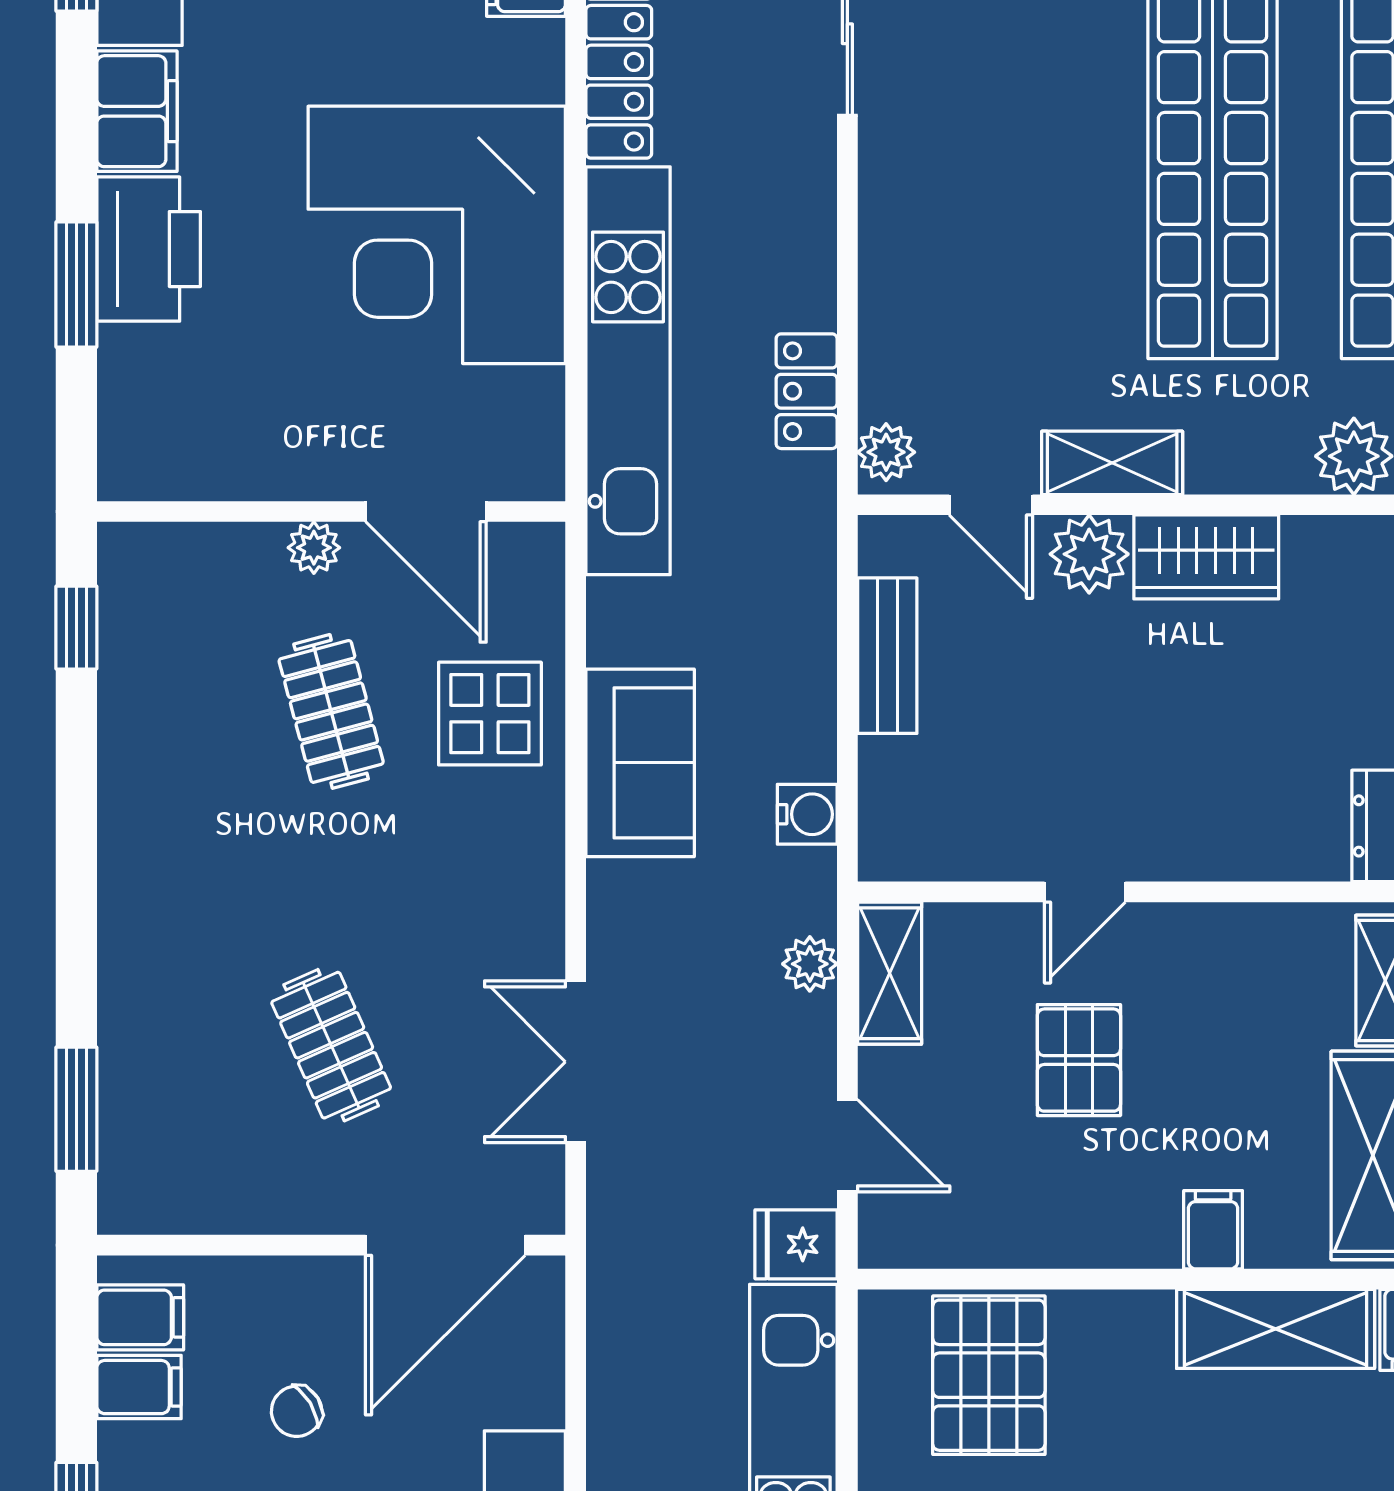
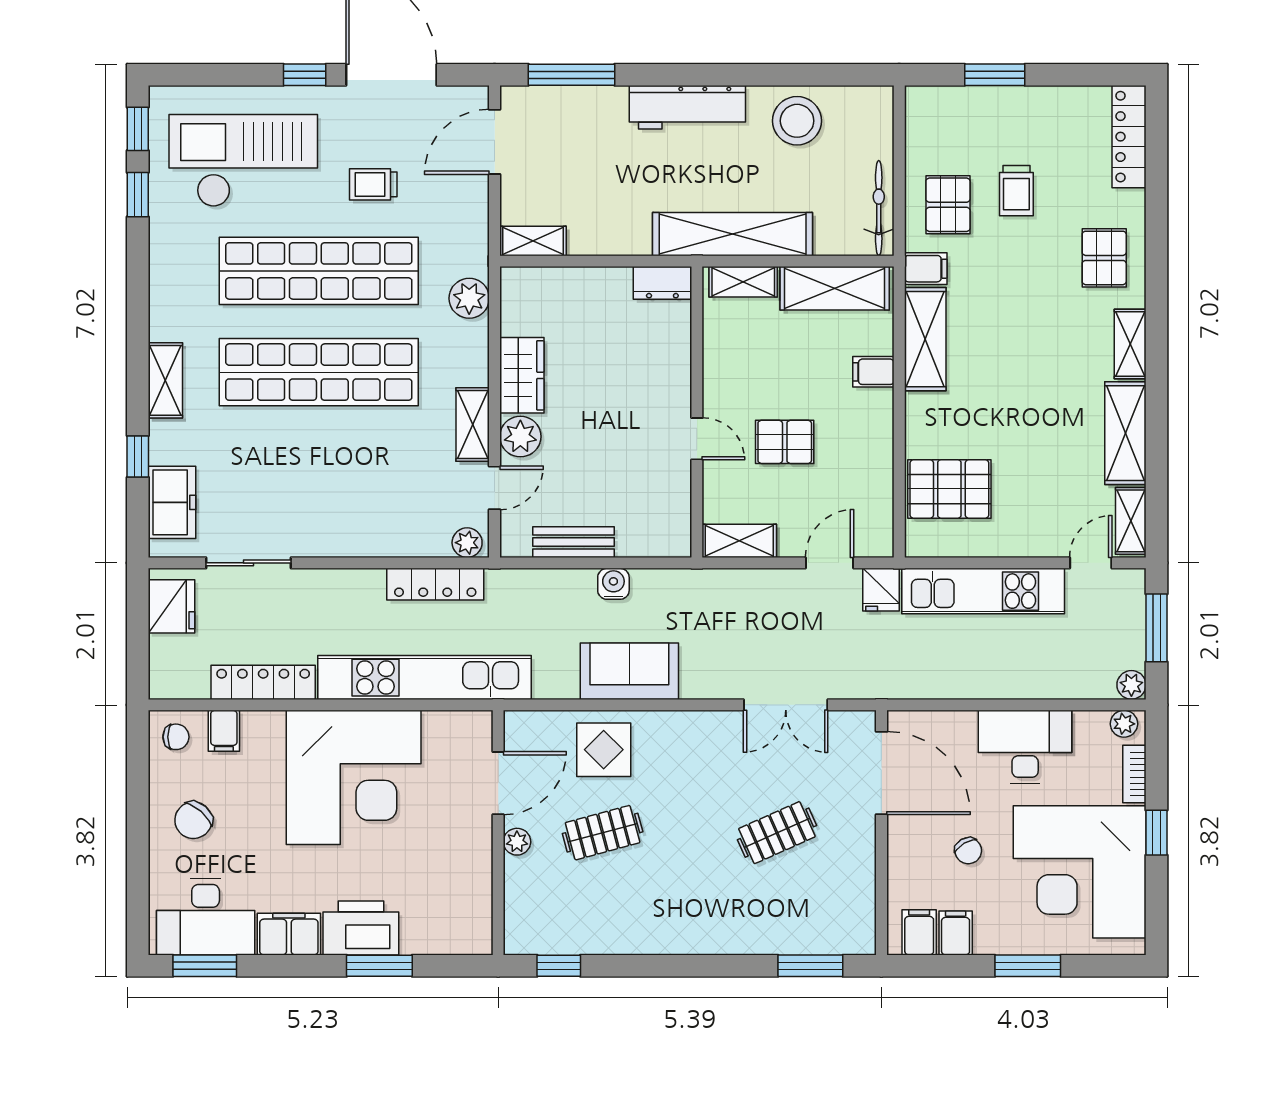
locker: (807, 391) -> (435, 584), width x1.53
water cooler: (807, 814) -> (613, 584), moved
plant: (810, 964) -> (734, 583), removed

